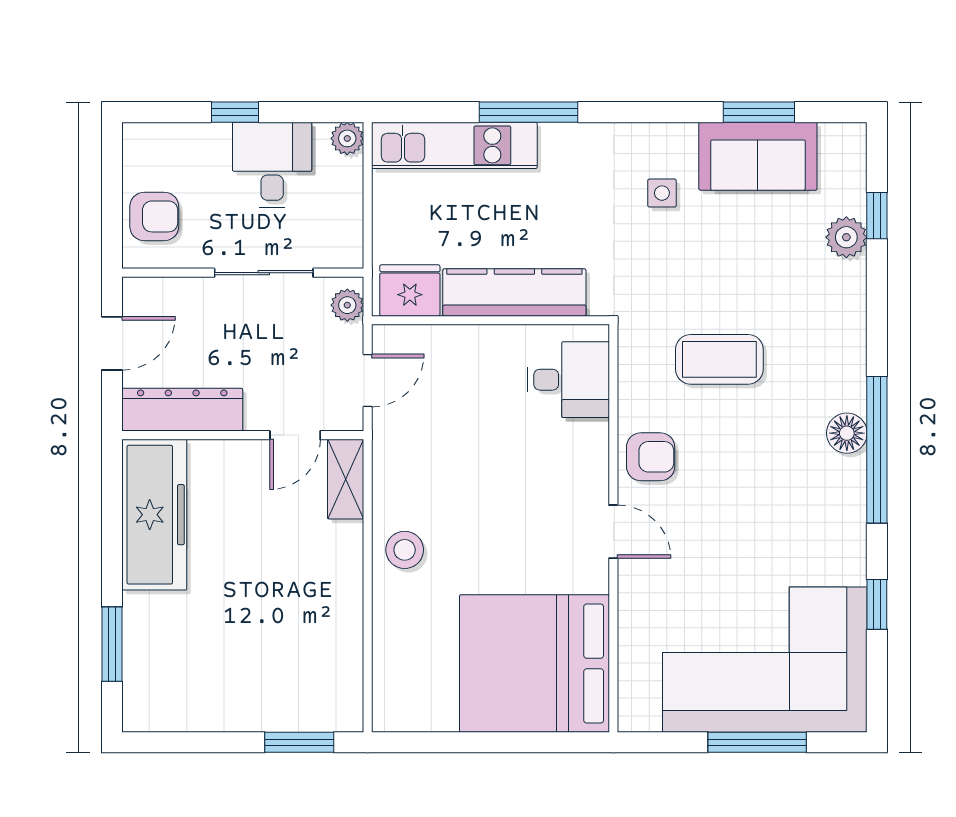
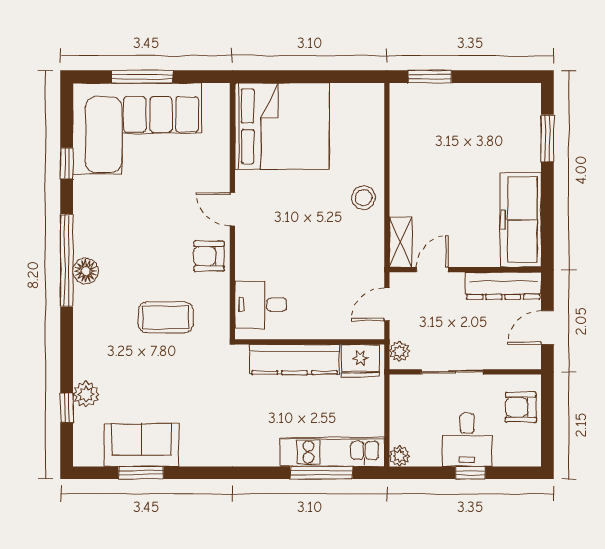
window: (529, 112) -> (321, 473), moved
desk: (272, 165) -> (467, 440), moved
side table: (662, 193) -> (202, 422), removed

